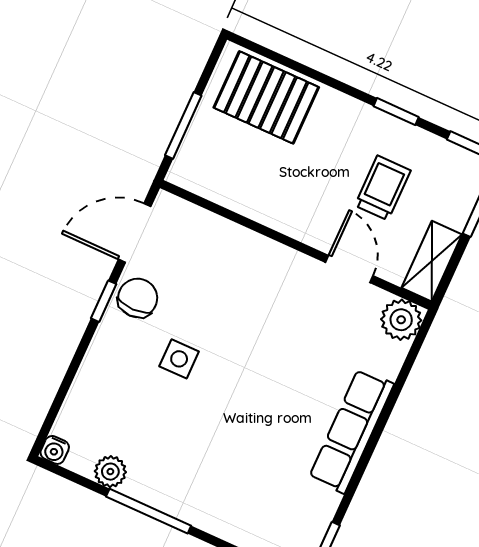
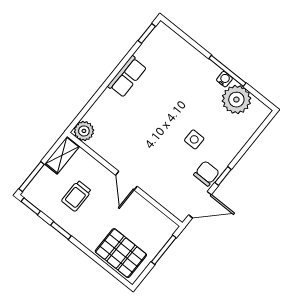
door: (349, 269) -> (126, 181), moved
chair: (138, 298) -> (206, 173), turned 180
row of seats: (351, 431) -> (127, 77), width x0.68
water cooler: (55, 450) -> (224, 79), moved
plant: (110, 472) -> (236, 100), width x1.88, depth x1.88

